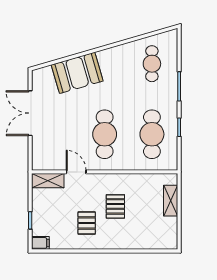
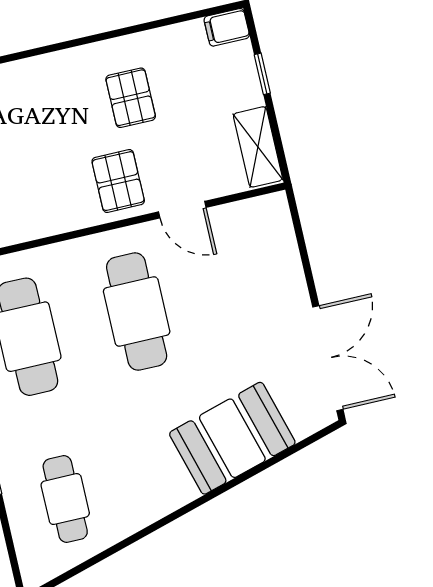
double door: (30, 113) -> (328, 358), moved
shelving: (48, 181) -> (258, 147), moved, turned 90
pallet: (115, 206) -> (118, 181), moved

